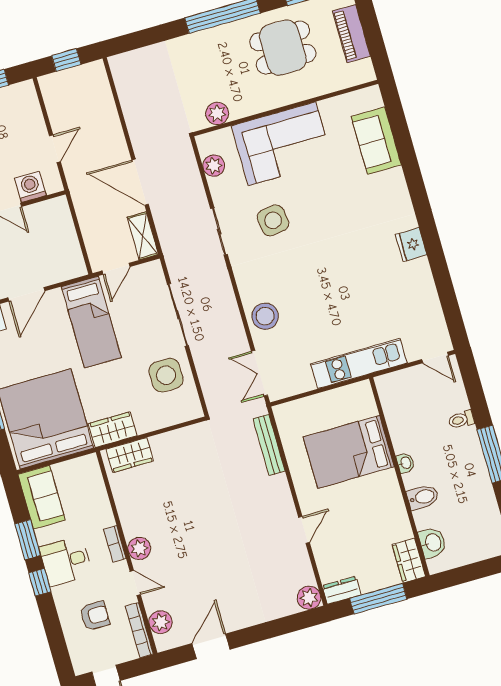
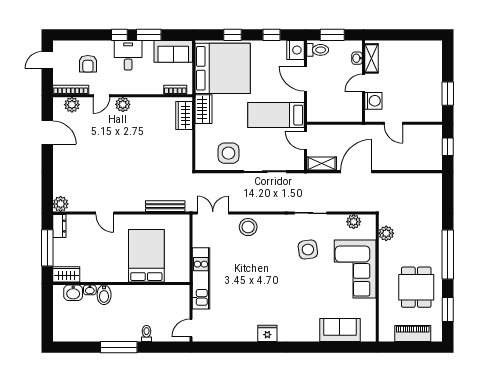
washbasin: (405, 463) -> (90, 290), moved
bookcase: (115, 544) -> (175, 90), moved

